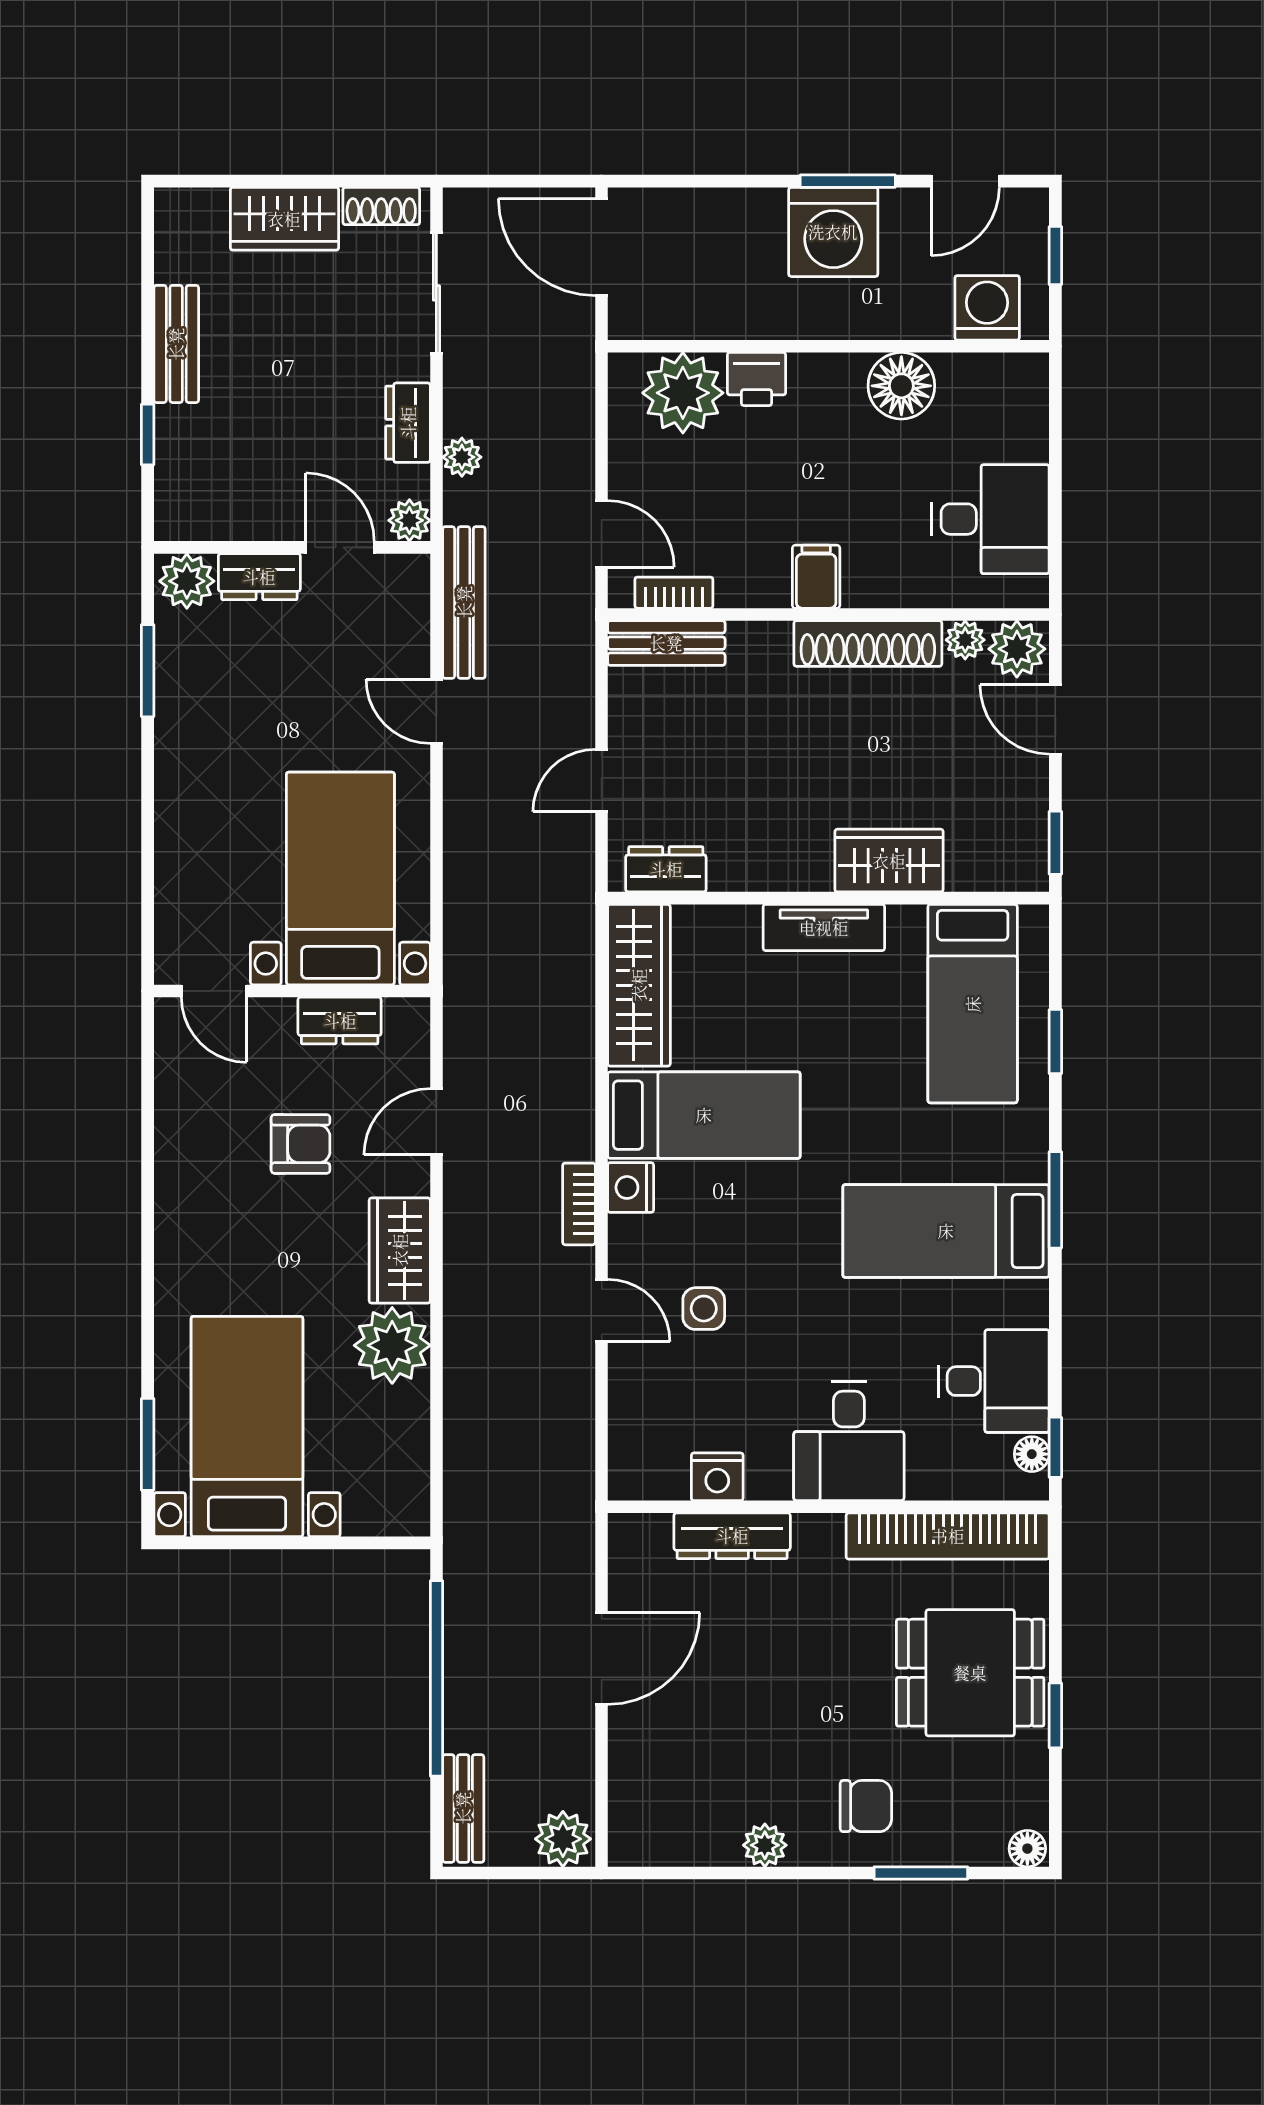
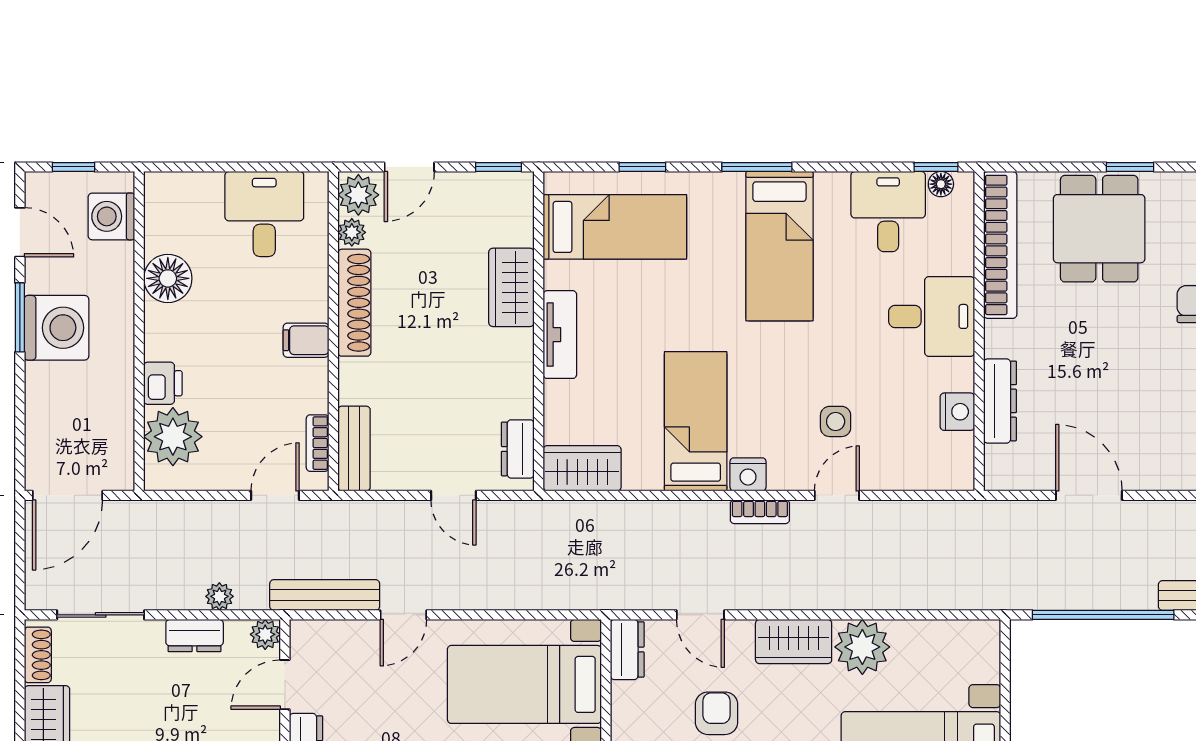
wardrobe: (639, 985) -> (582, 468), width x0.67
dresser: (340, 1021) -> (627, 649), moved

